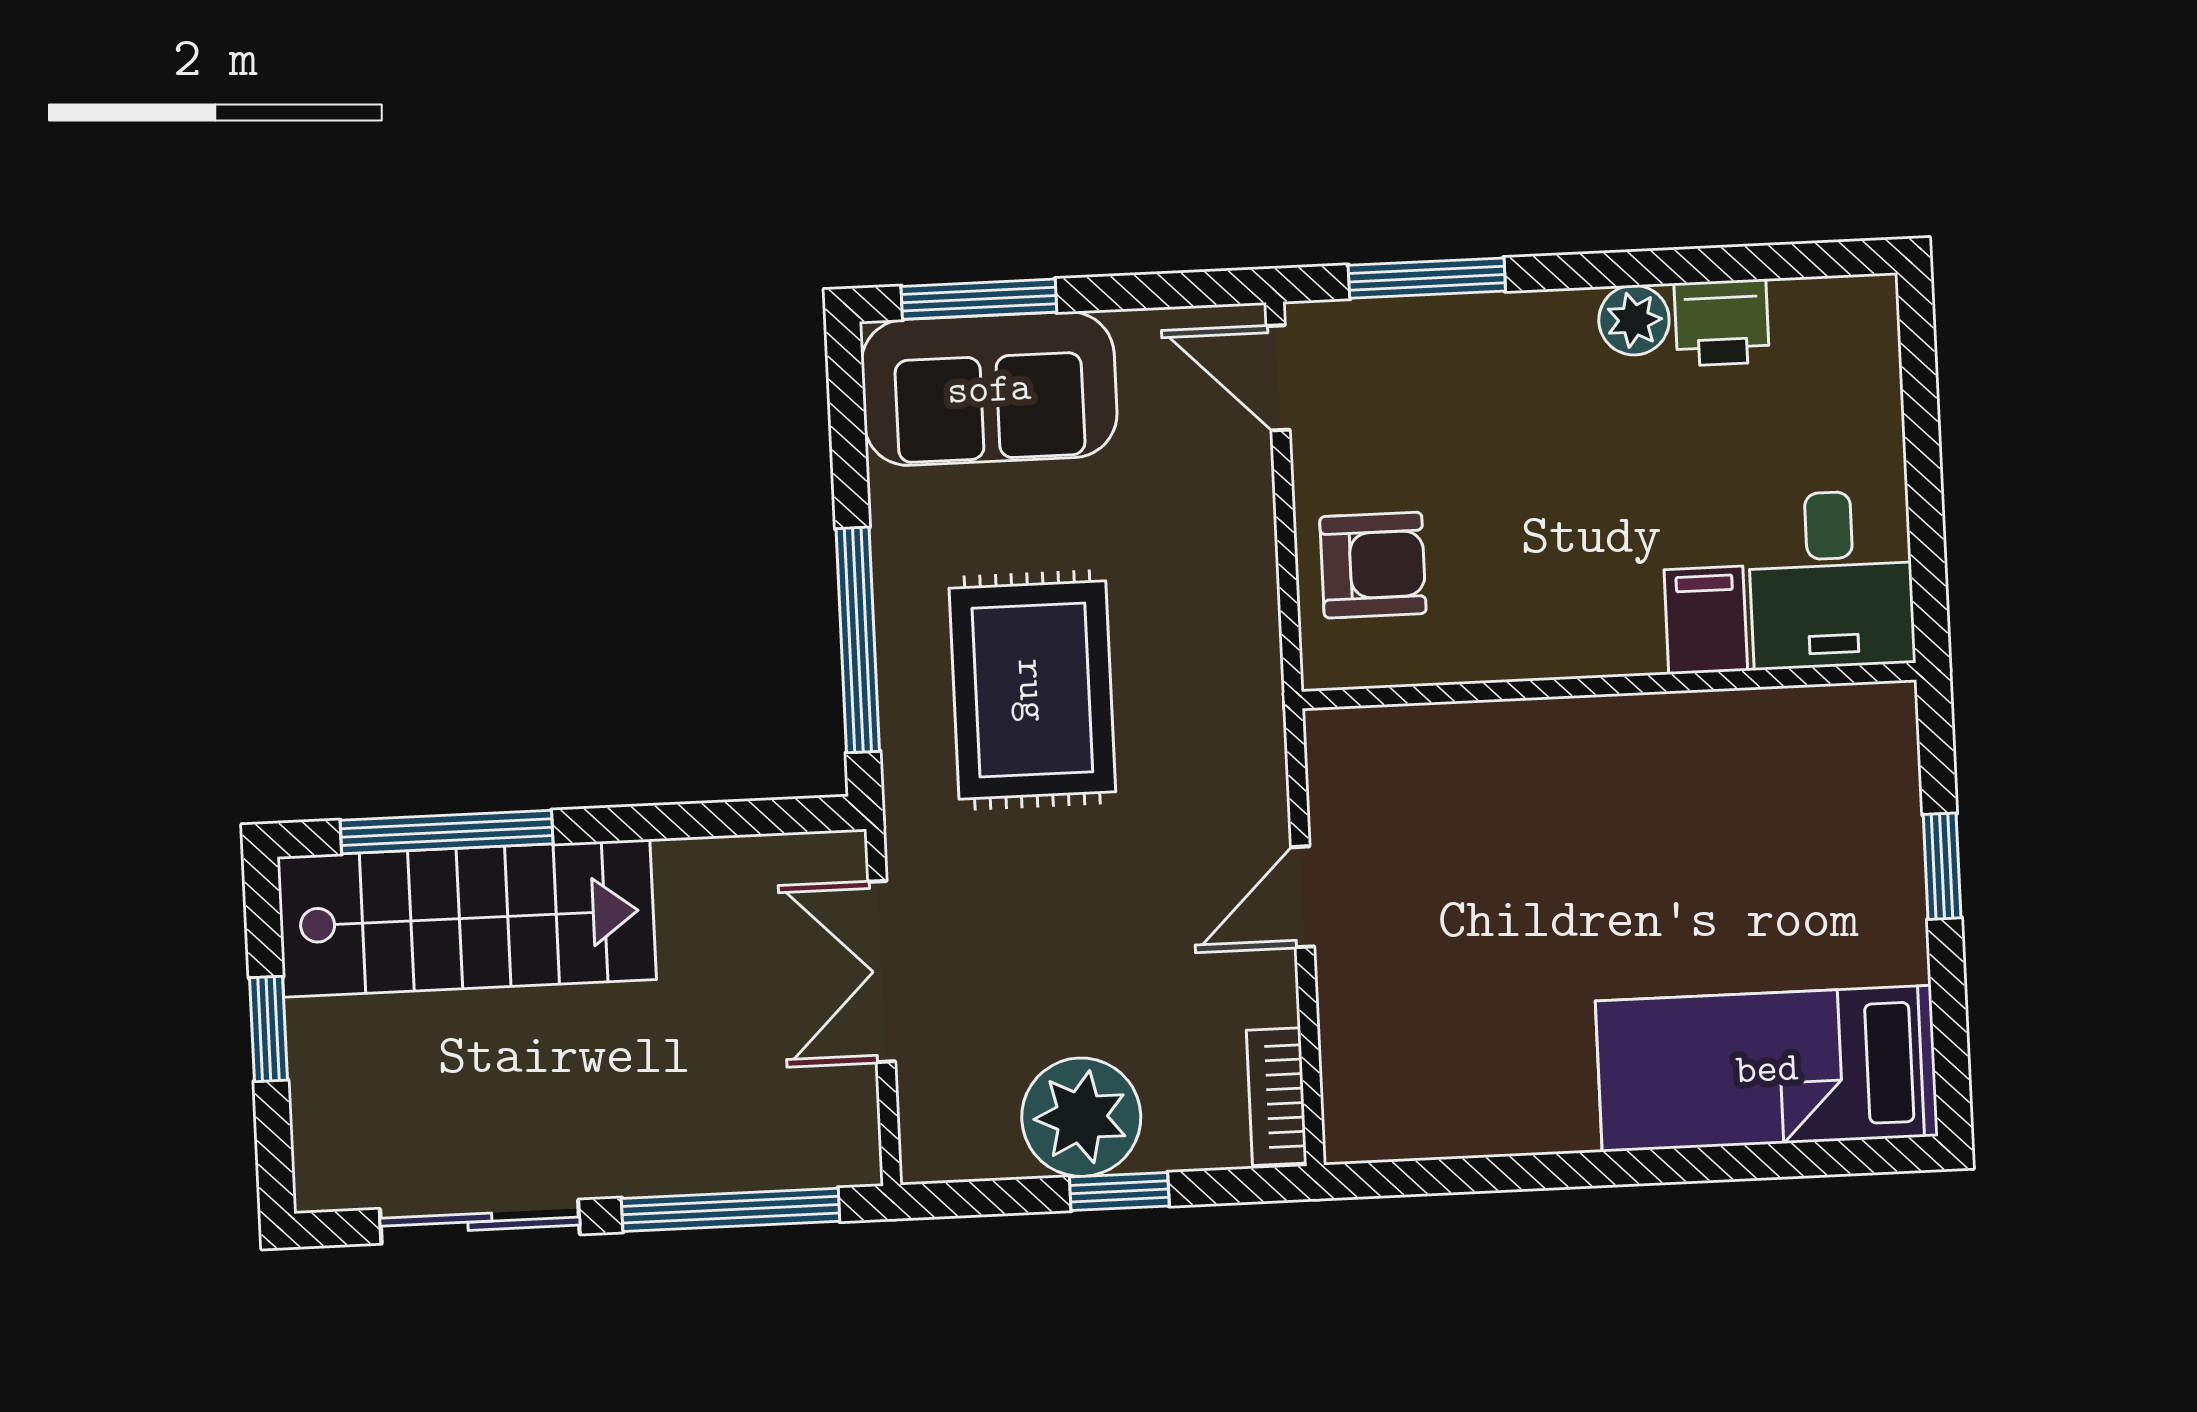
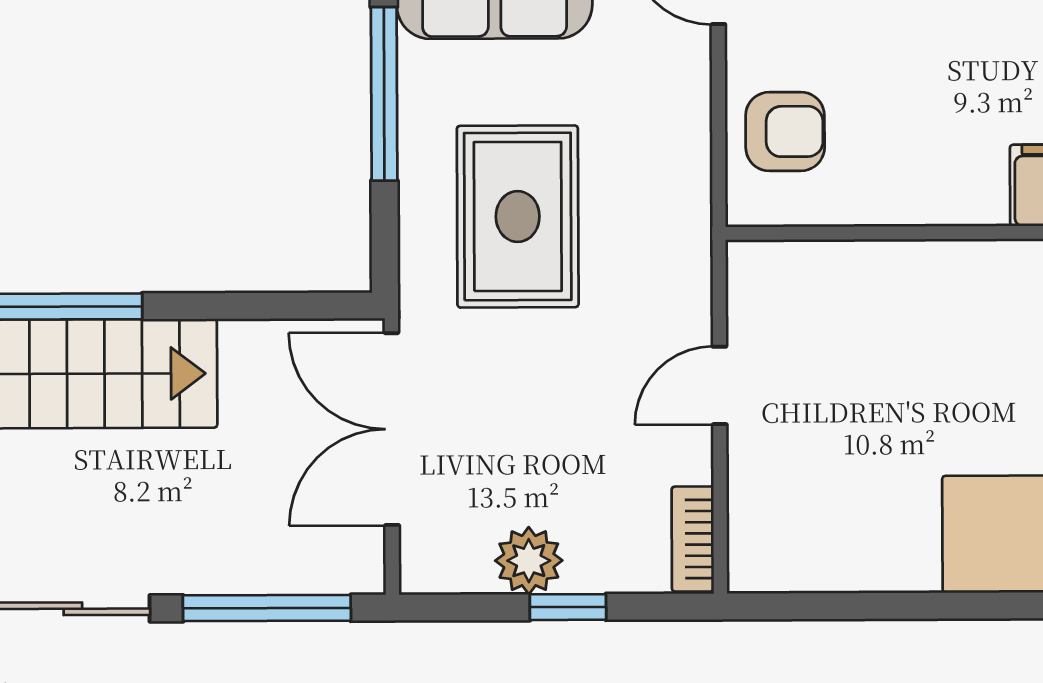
window: (858, 640) -> (384, 94), moved
double door: (882, 972) -> (392, 429), width x1.37
plant: (1081, 1117) -> (529, 561), width x0.73, depth x0.73

